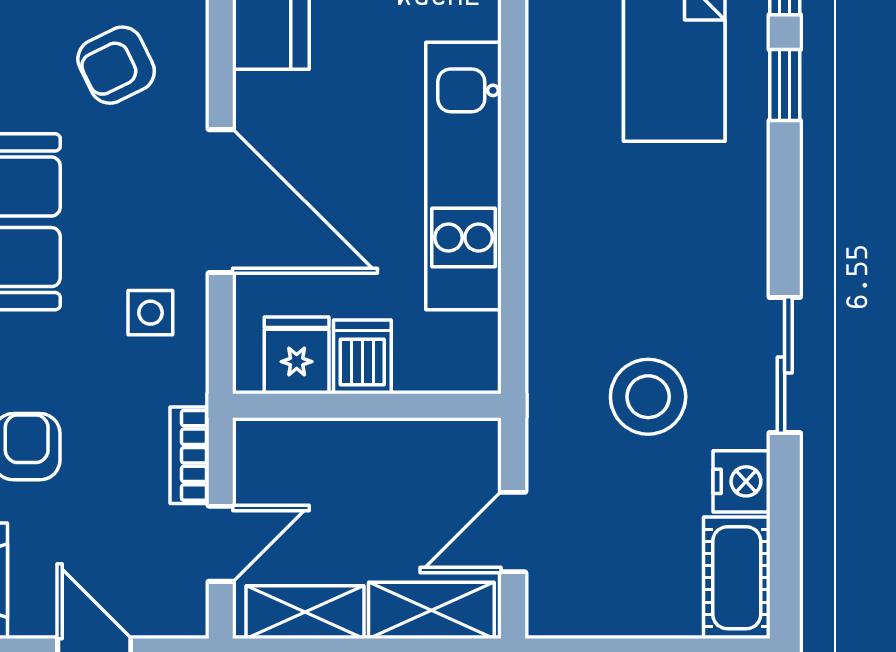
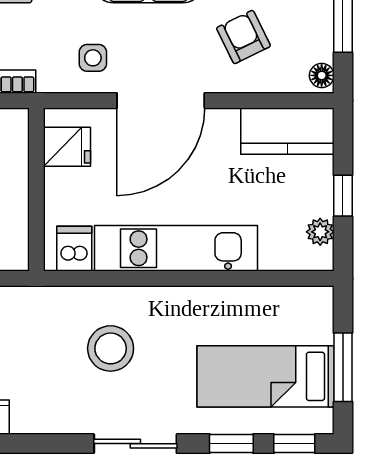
dishwasher: (362, 357) -> (74, 249), moved, turned -90
sliding door: (785, 365) -> (135, 444), moved
stool: (648, 397) -> (111, 348), moved

